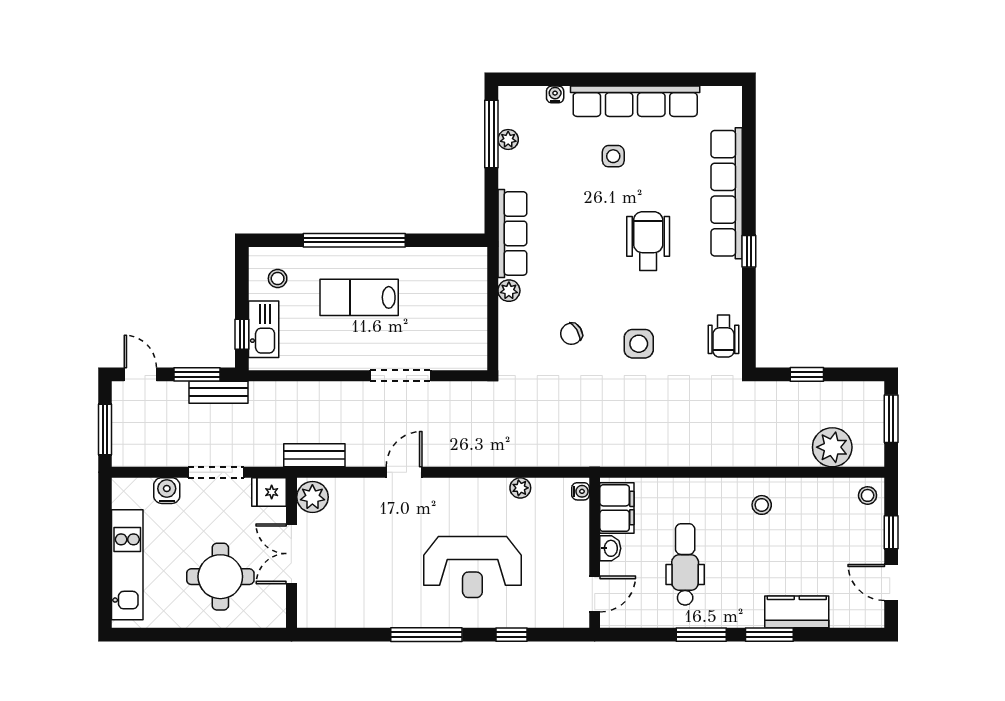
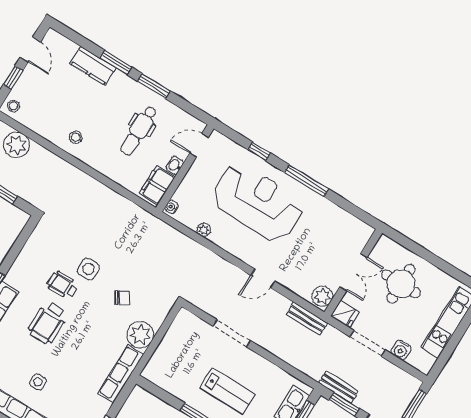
plant: (509, 291) -> (140, 335), width x1.87, depth x1.87
wheelchair: (723, 336) -> (63, 285), moved, turned -90
reception desk: (472, 567) -> (258, 202), width x1.36, depth x1.30

